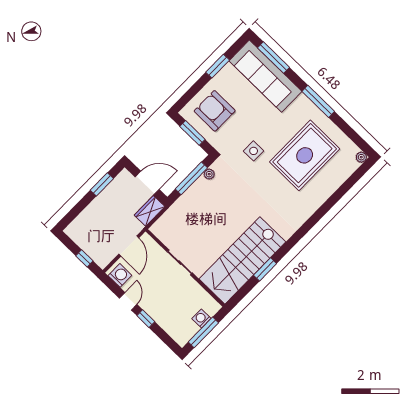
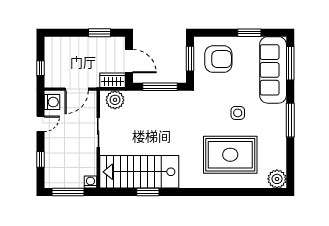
armchair: (215, 111) -> (218, 59), turned 90
side table: (254, 151) -> (238, 113), moved
rug: (305, 155) -> (230, 155), moved
plant: (361, 157) -> (277, 179), width x1.88, depth x1.88
plant: (209, 174) -> (115, 100), moved, width x1.87, depth x1.87
washing machine: (201, 318) -> (90, 182), moved
window: (146, 319) -> (40, 159), moved

